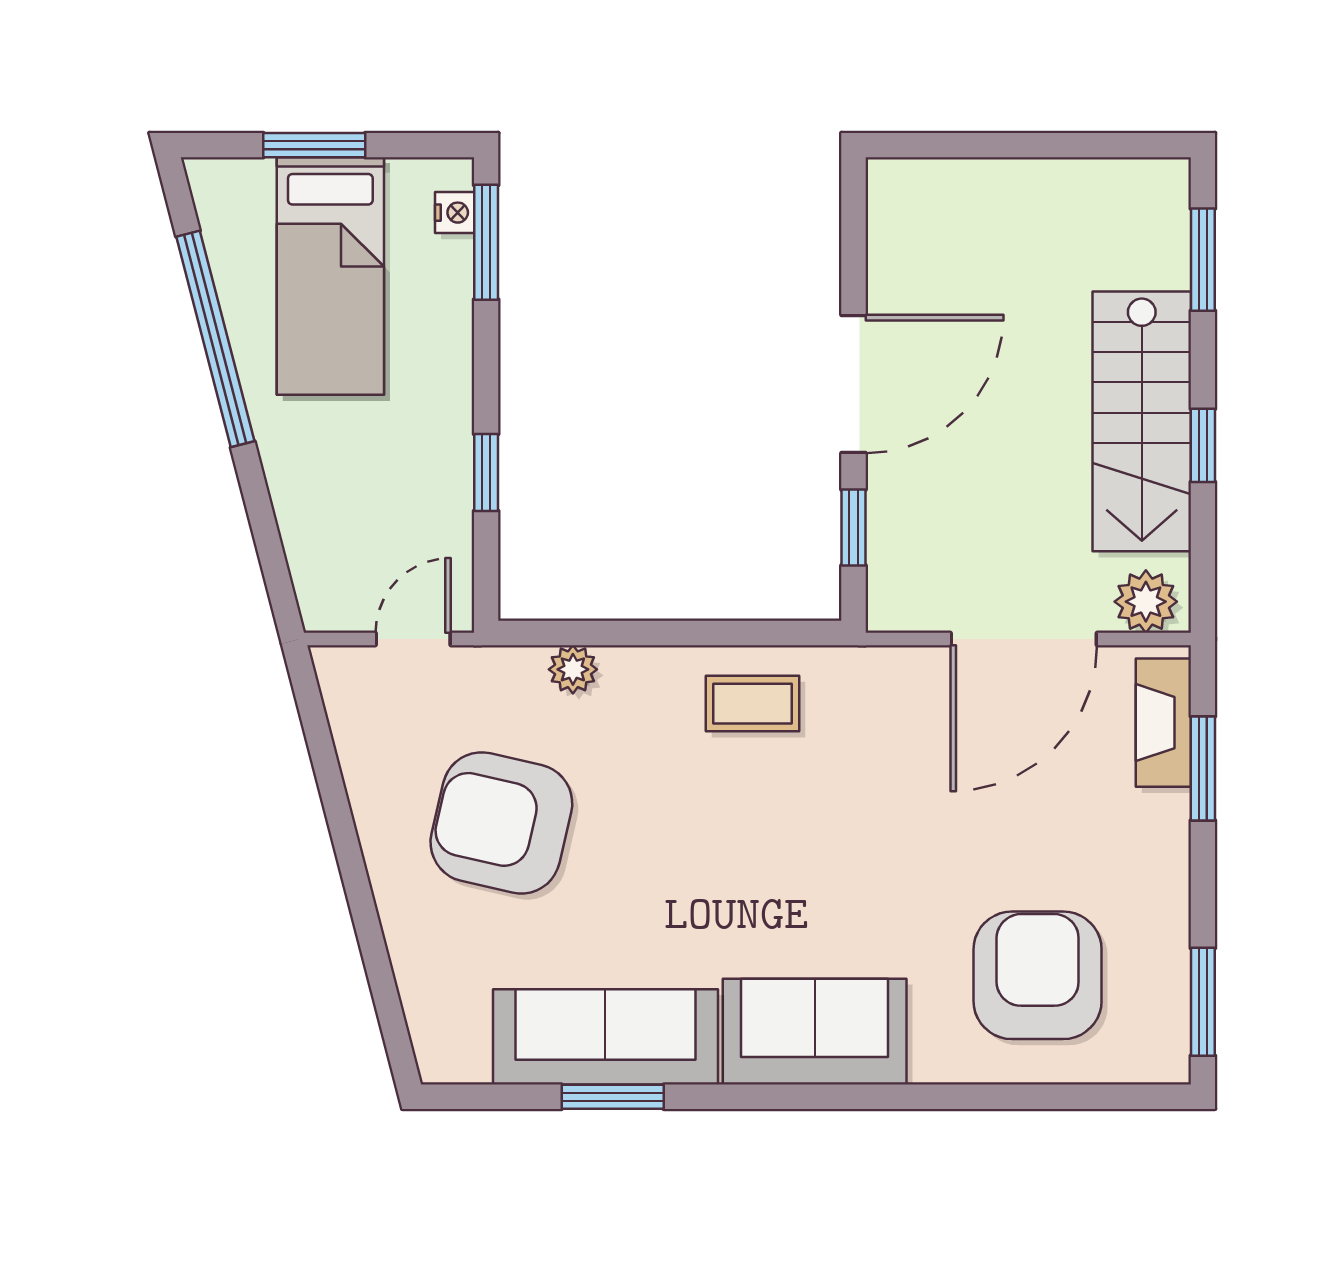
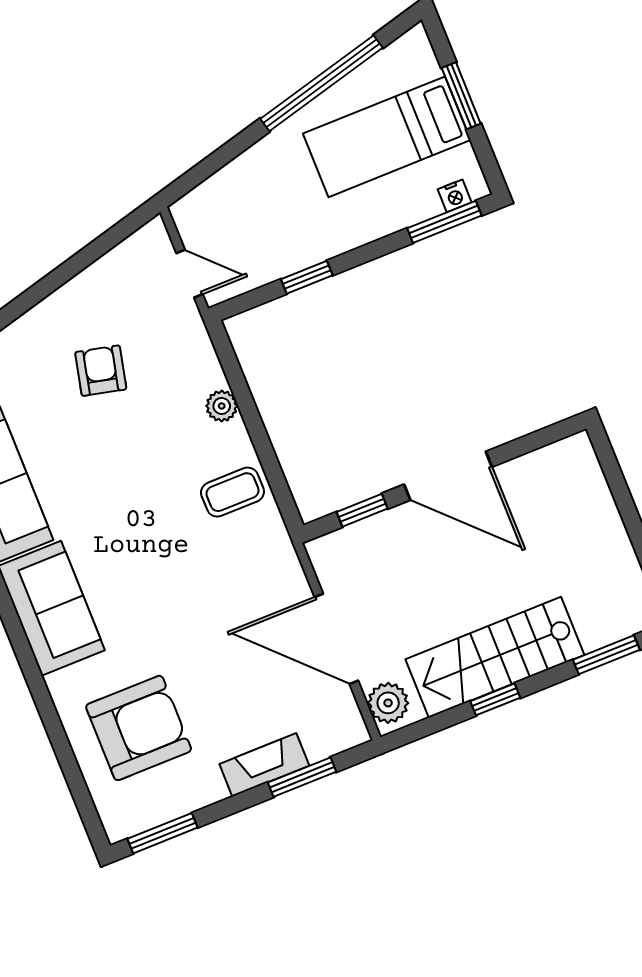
plant: (573, 669) -> (222, 406), moved
coffee table: (752, 704) -> (232, 492), turned 90
fireplace: (1163, 723) -> (264, 765), moved
armchair: (501, 823) -> (101, 371), width x0.53, depth x0.53

